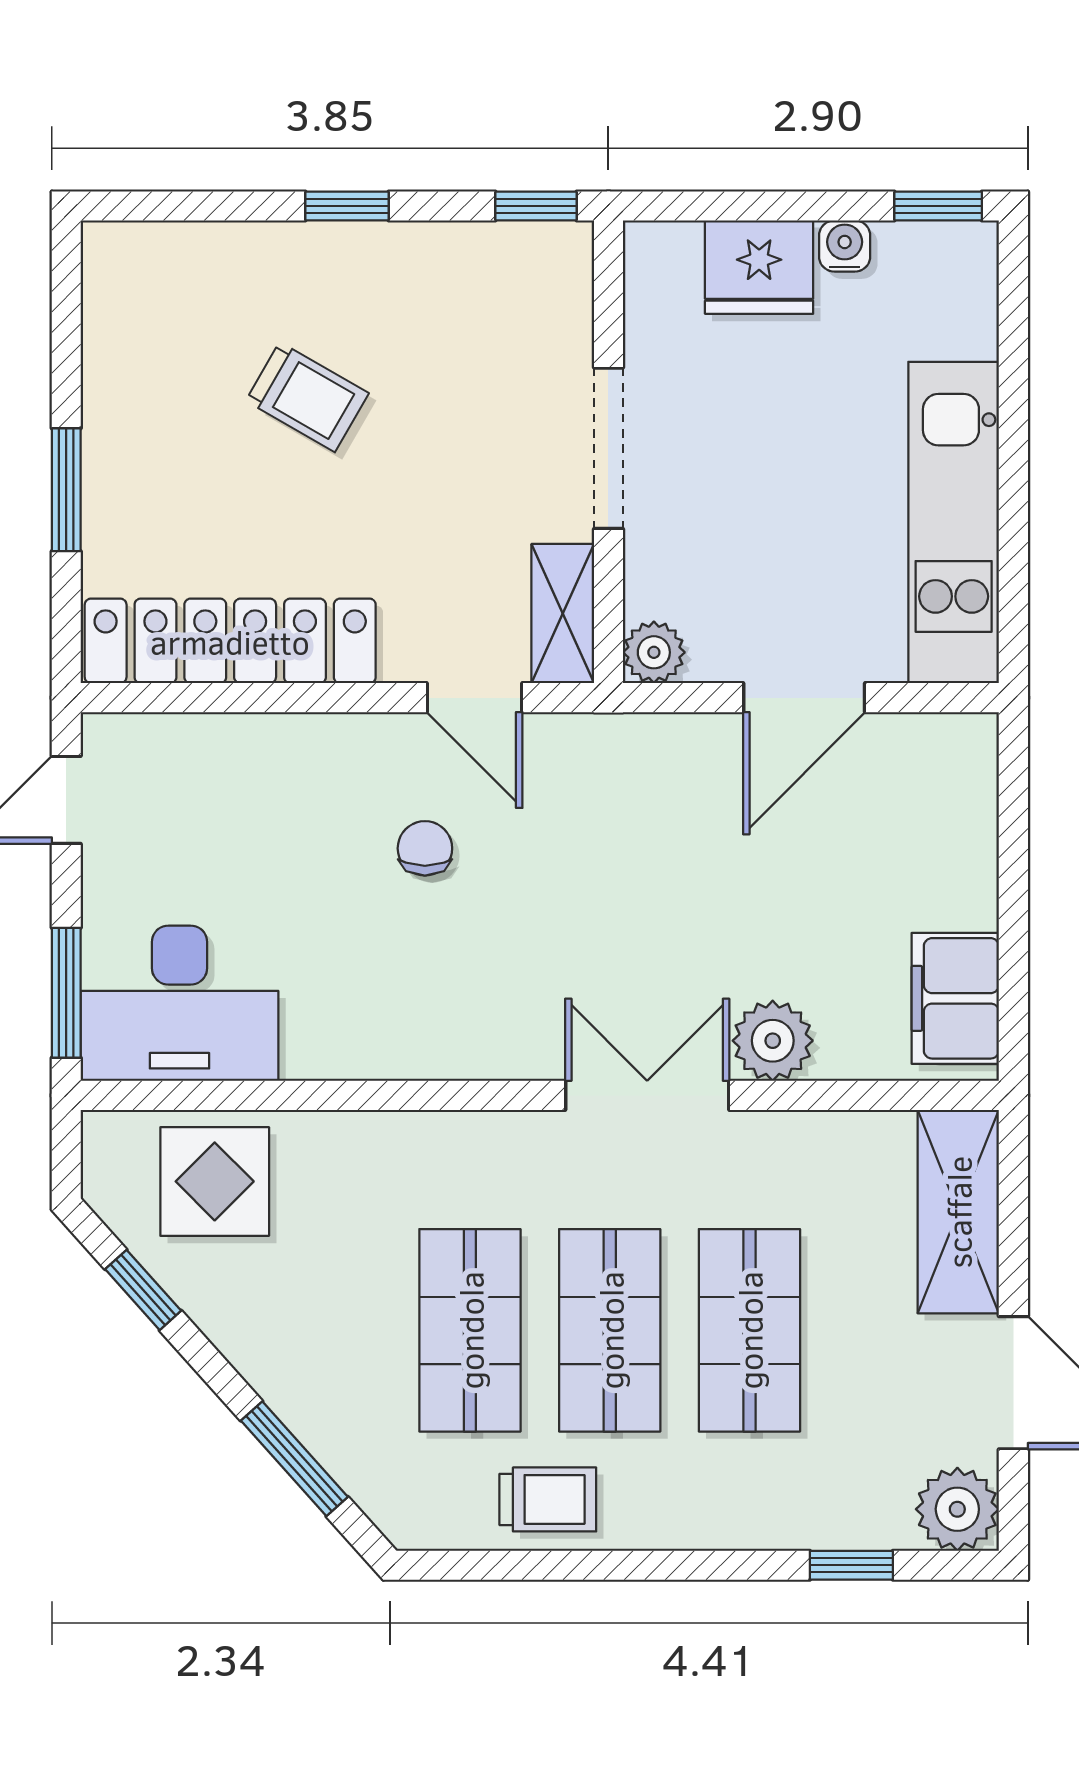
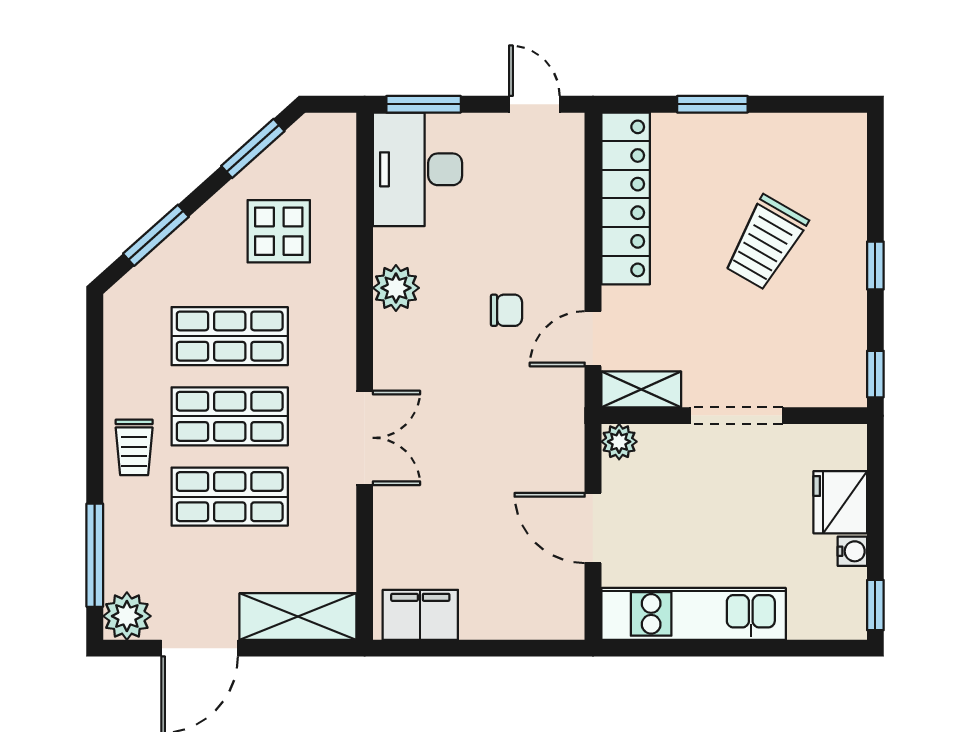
trolley: (307, 397) -> (766, 243), width x1.36, depth x1.39
plant: (773, 1041) -> (396, 288), moved
display table: (215, 1181) -> (279, 231), moved
window: (143, 1290) -> (253, 148), width x1.50
trolley: (548, 1499) -> (134, 447), moved
window: (851, 1565) -> (95, 555), width x2.17

